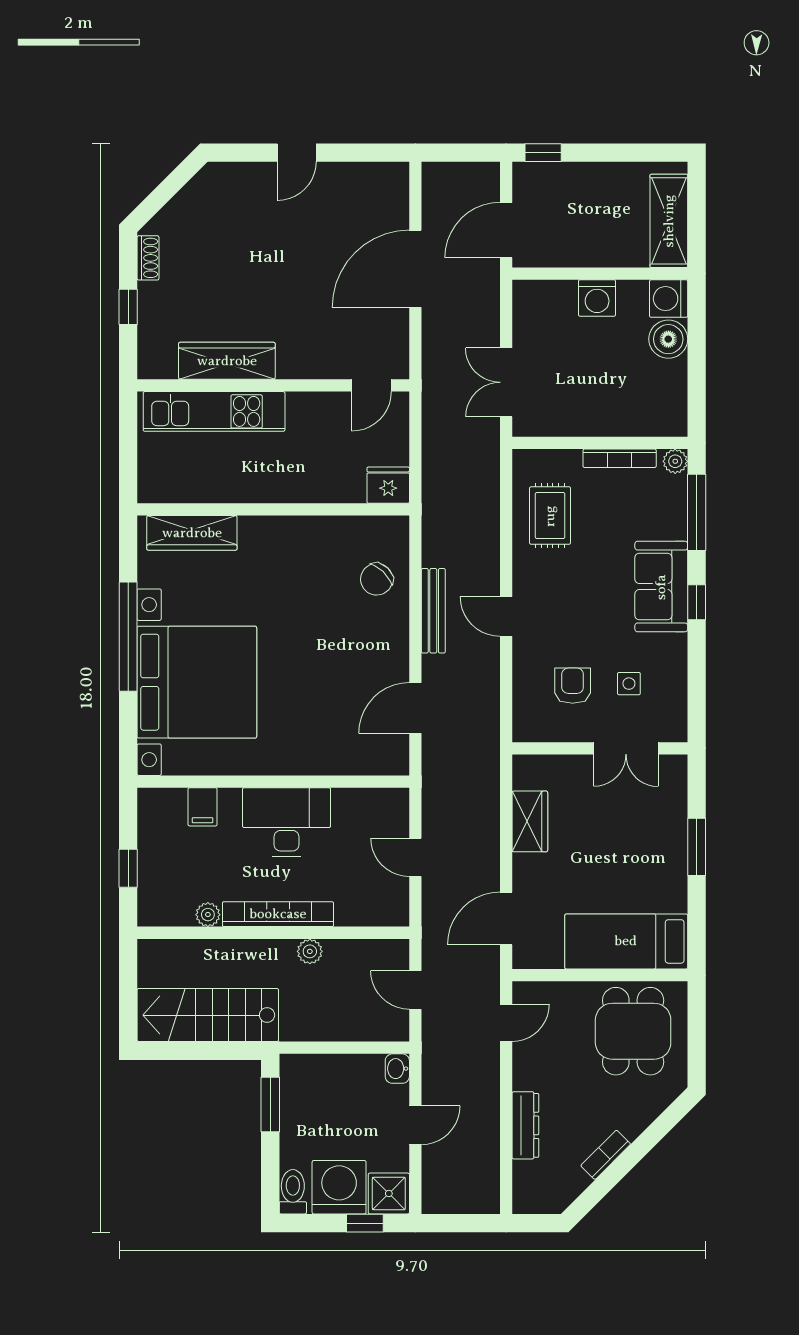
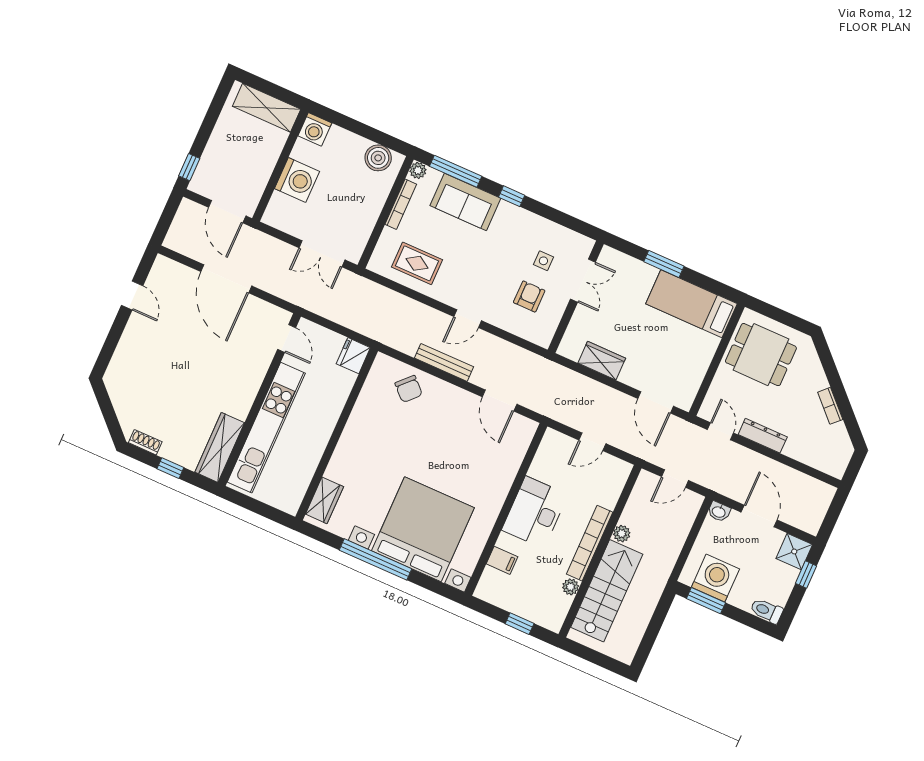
door: (297, 153) -> (132, 296), moved
washing machine: (597, 298) -> (297, 180), width x1.37, depth x1.37
boiler: (668, 339) -> (378, 158), moved
wardrobe: (227, 361) -> (220, 447), moved
kitchen unit: (214, 411) -> (266, 428), width x1.36
wardrobe: (192, 533) -> (324, 500), width x0.67
sofa: (661, 587) -> (465, 202), moved
armchair: (573, 686) -> (529, 296), turned 90
bed: (626, 941) -> (691, 304), moved, turned 90
stairs: (208, 1015) -> (607, 591), moved, turned 180
door: (415, 1125) -> (759, 516), width x1.38
dresser: (525, 1125) -> (763, 436), moved
washing machine: (339, 1187) -> (715, 578), moved, turned 90

